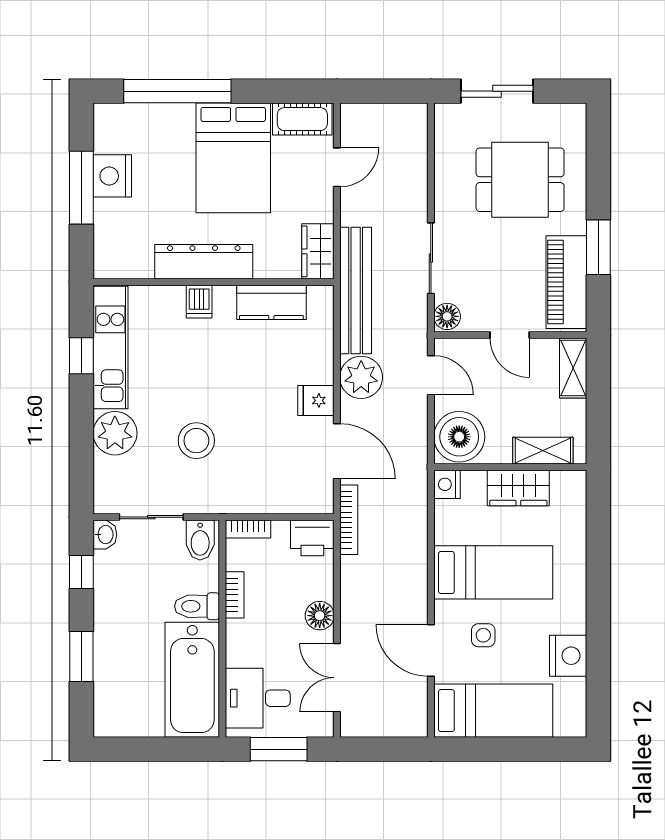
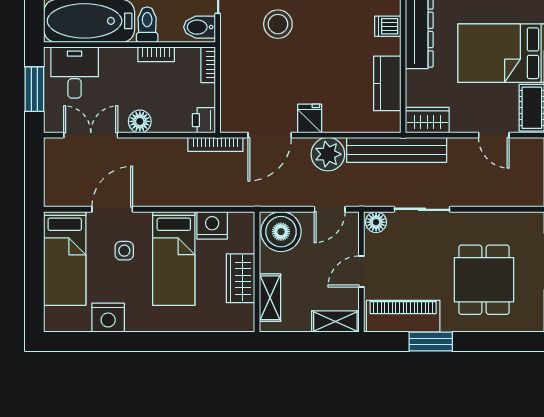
nightstand: (447, 484) -> (212, 225), moved, width x1.36, depth x1.33
printer: (312, 538) -> (204, 120), width x0.73, depth x0.81

